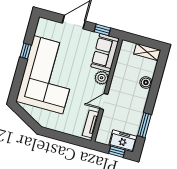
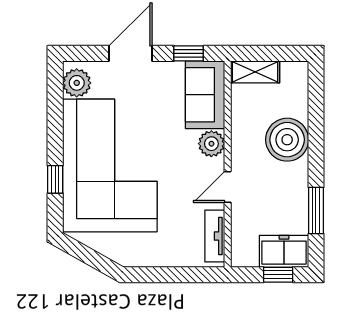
plant: (43, 29) -> (77, 83), added
window: (26, 51) -> (55, 179), moved
shelving: (147, 52) -> (255, 72), moved
boiler: (146, 82) -> (287, 140), width x1.86, depth x1.86

